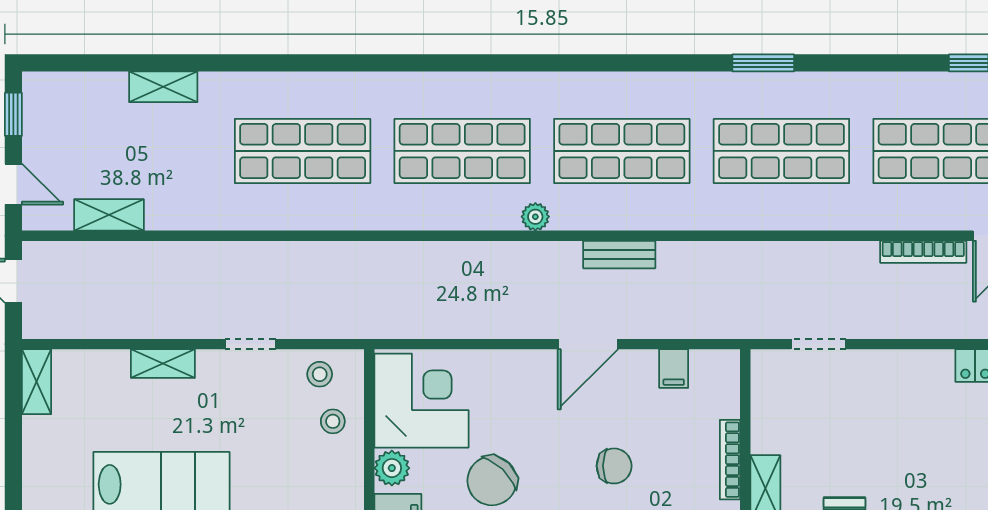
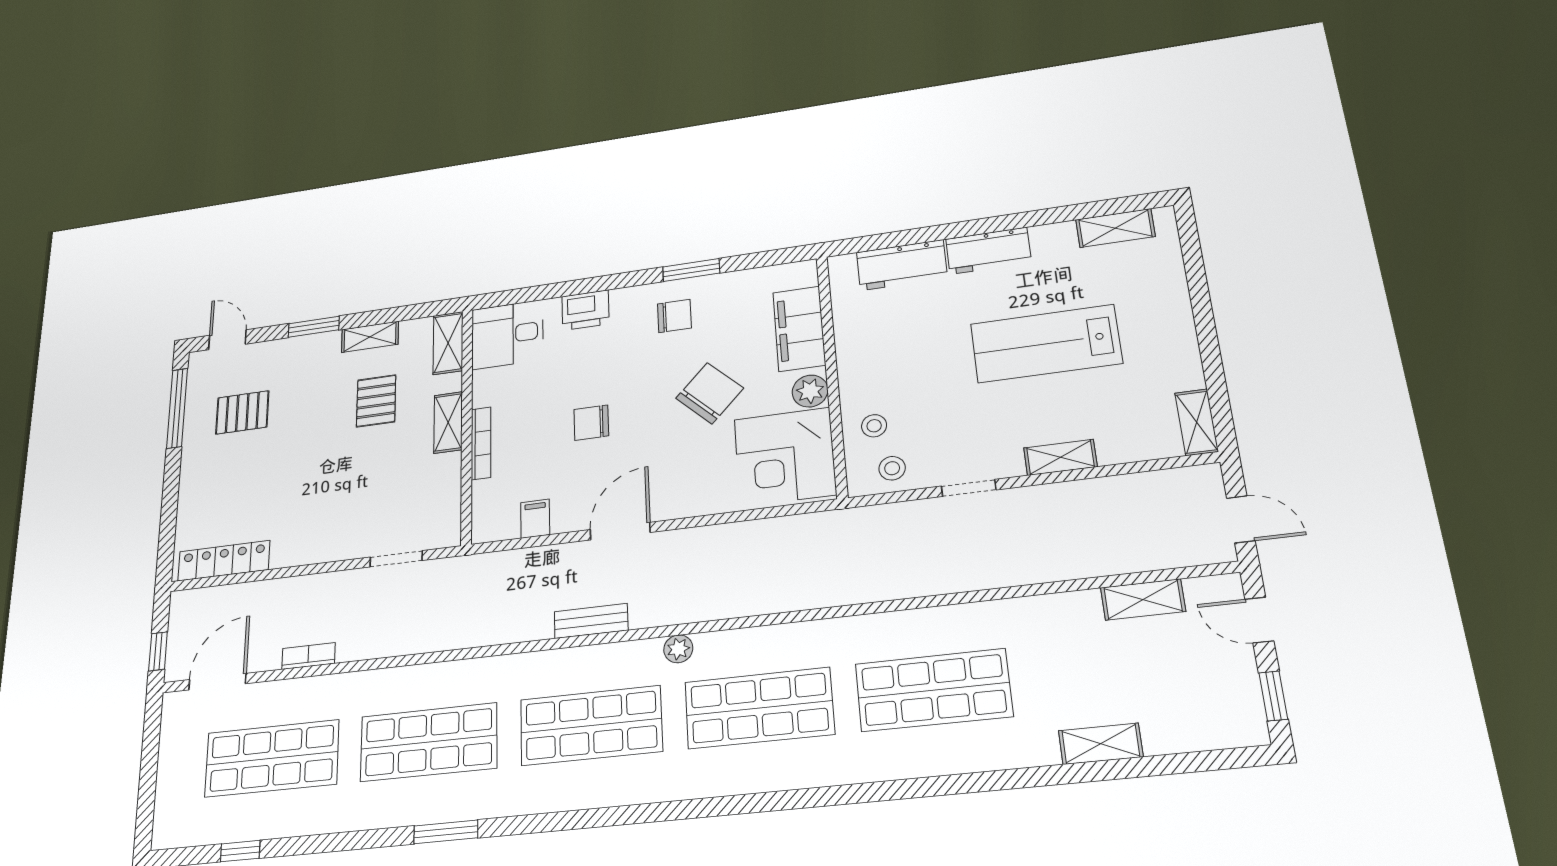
bookcase: (923, 252) -> (308, 656), width x0.64

